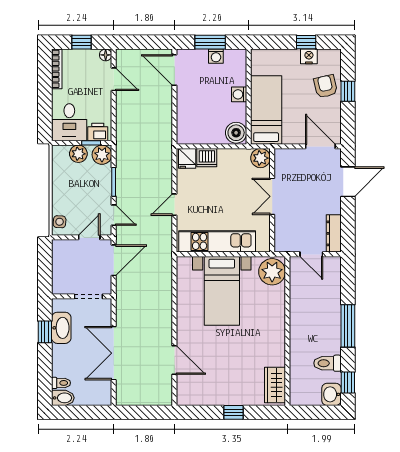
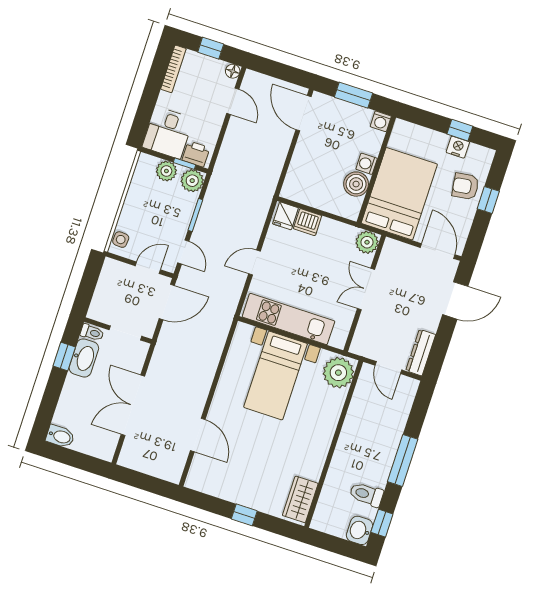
washing machine: (216, 56) -> (381, 121), moved
armchair: (326, 86) -> (465, 186), turned -85
bed: (266, 110) -> (399, 194), width x1.50
boiler: (236, 133) -> (356, 184), moved
toilet: (61, 383) -> (92, 333), moved

